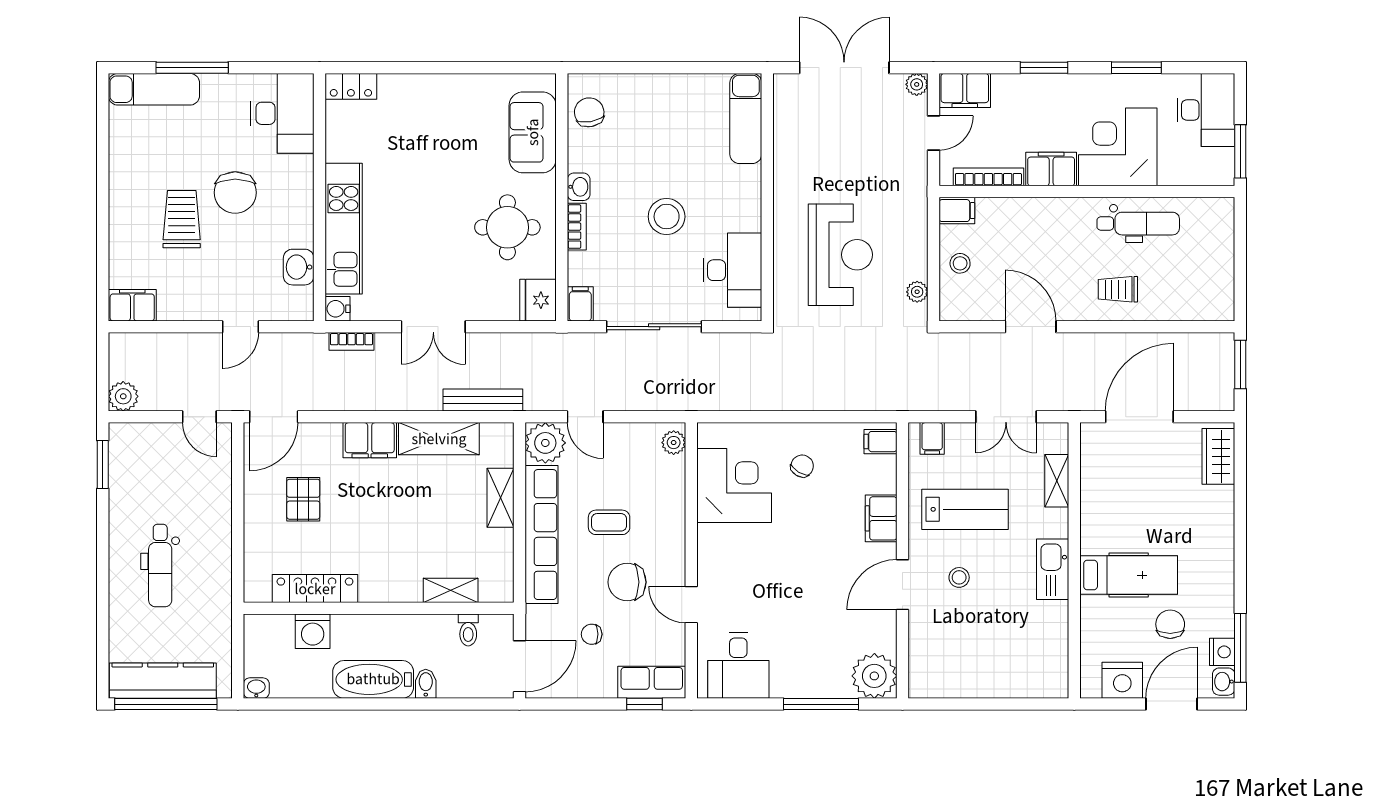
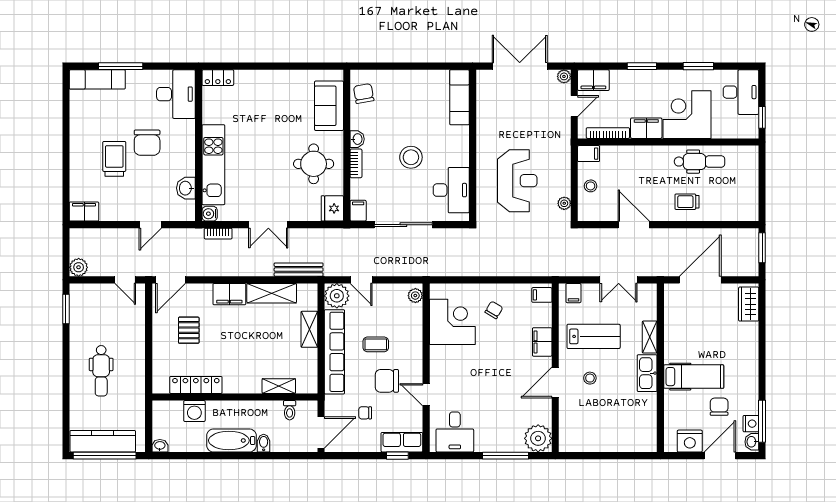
window: (1240, 151) -> (762, 117), width x0.67
shelving: (1057, 481) -> (650, 337), moved

